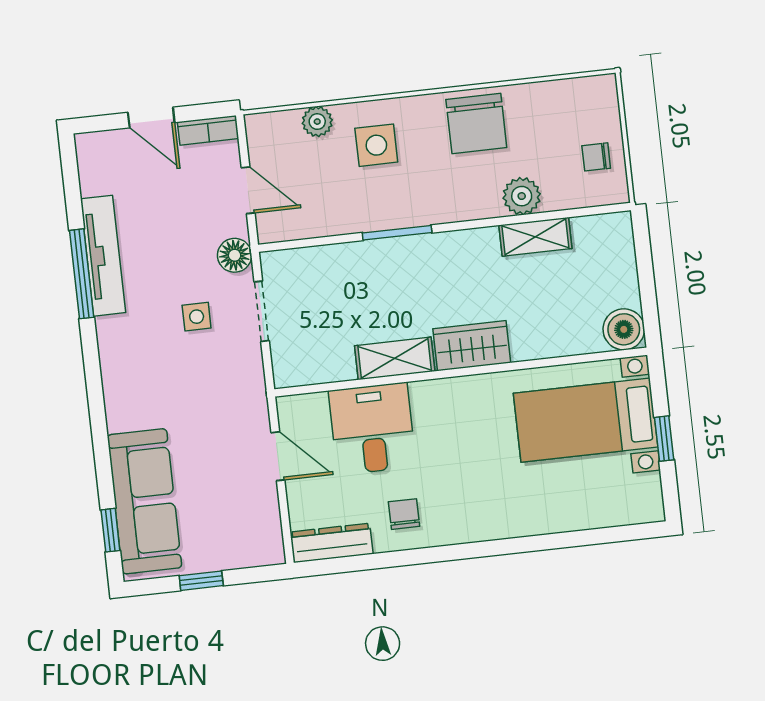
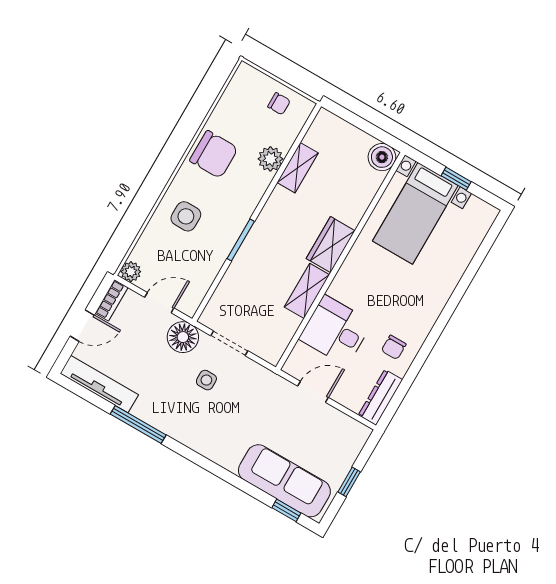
plant: (317, 122) -> (131, 272), moved
chair: (596, 157) -> (279, 104), turned -90
floor lamp: (235, 255) -> (183, 337), width x1.38, depth x1.38
tv unit: (103, 256) -> (99, 384), moved
chair: (404, 514) -> (394, 347), turned -90

